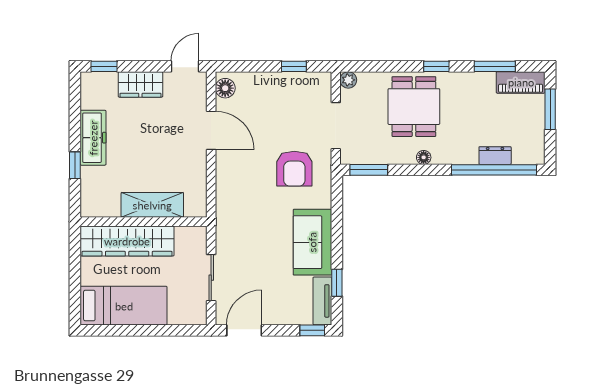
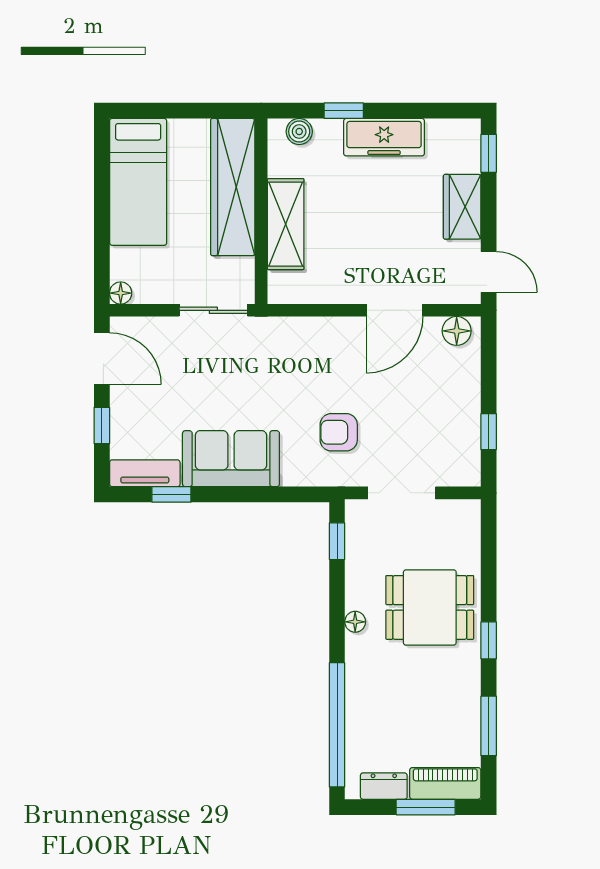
plant: (348, 80) -> (469, 511), removed
piano: (521, 82) -> (445, 783), moved, turned 90
dresser: (495, 156) -> (384, 786), moved, turned -90
armchair: (294, 169) -> (339, 432), width x0.72, depth x0.72
window: (369, 170) -> (337, 541), width x0.67
boiler: (89, 196) -> (299, 132), added
sliding door: (211, 278) -> (213, 310), moved
floor lamp: (199, 317) -> (121, 293), added
window: (312, 330) -> (102, 426), moved

